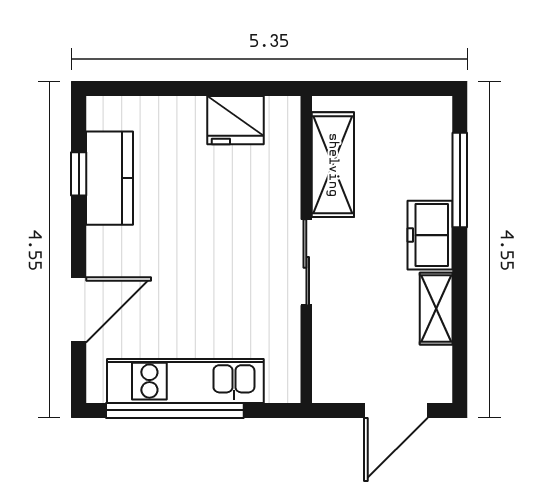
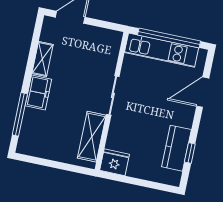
shelving: (333, 165) -> (92, 137), moved
wall: (306, 250) -> (112, 101), moved
sliding door: (306, 262) -> (113, 95), moved

